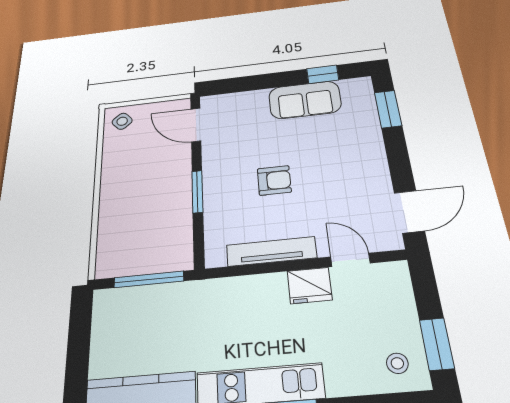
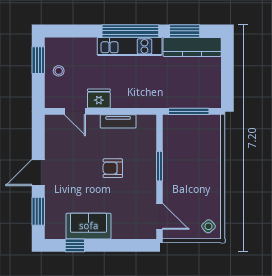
door: (409, 212) -> (38, 173), moved
tv unit: (271, 251) -> (118, 121), width x0.71
stool: (397, 363) -> (59, 71), moved

